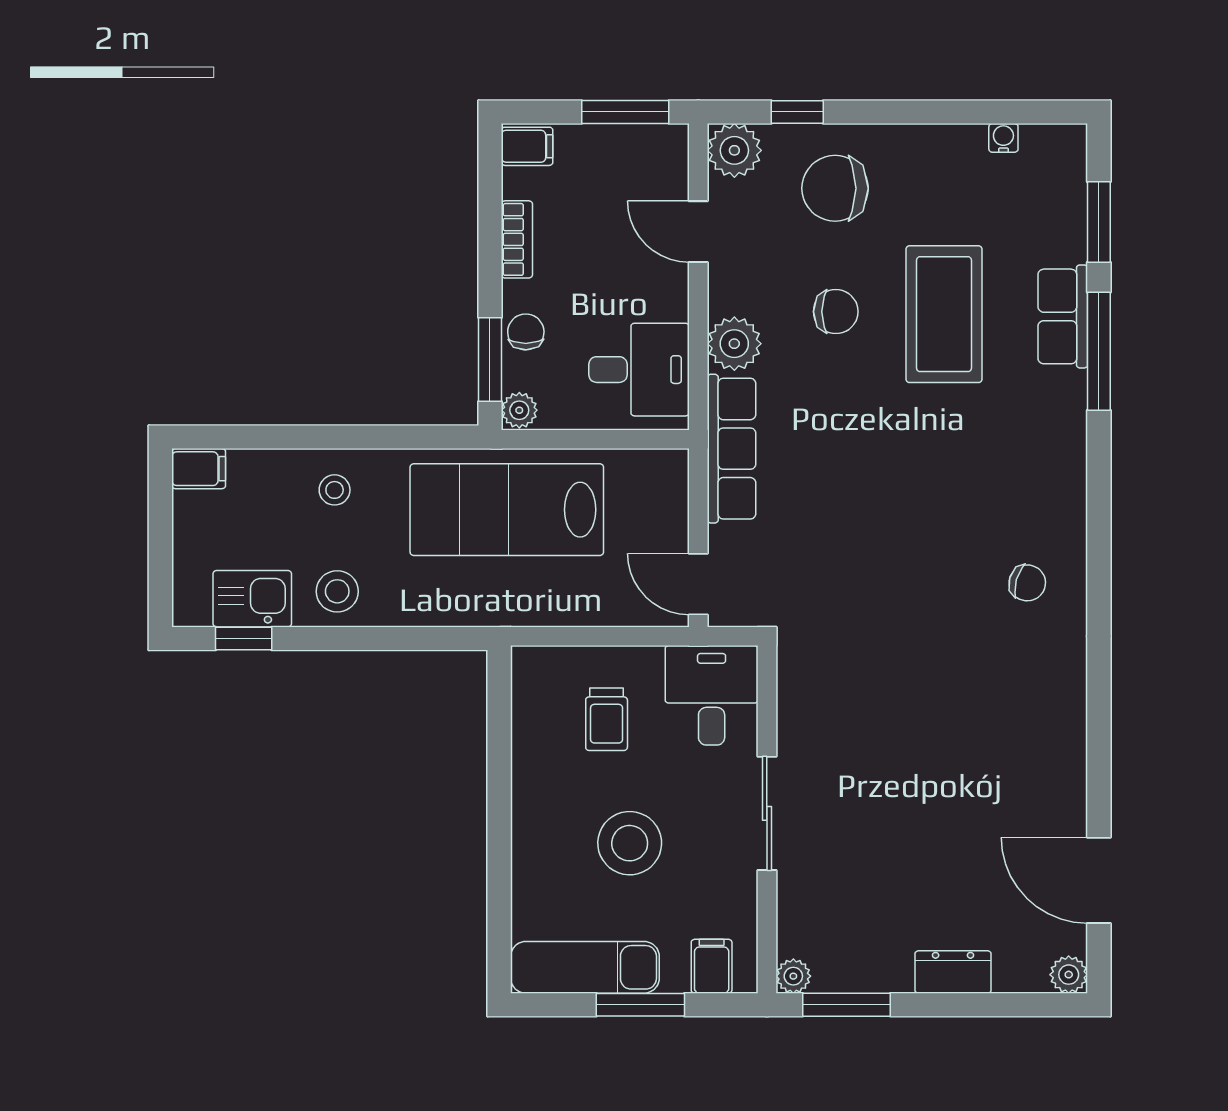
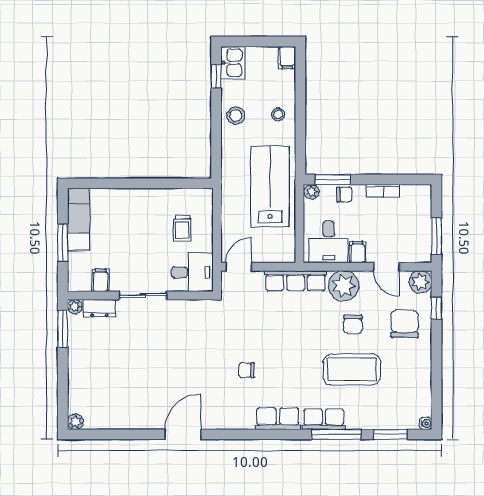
water cooler: (1003, 138) -> (426, 424), moved
filing cabinet: (527, 146) -> (358, 252), moved, turned 180
door: (698, 232) -> (386, 267), swing flipped
row of seats: (1063, 316) -> (324, 419), moved
plant: (734, 344) -> (344, 286), width x1.36, depth x1.36
row of seats: (1061, 491) -> (278, 419), added
chair: (1027, 583) -> (247, 370), moved, turned 74
kitchen sink: (252, 599) -> (233, 63), moved
trolley: (607, 719) -> (182, 228), turned -90
stool: (630, 843) -> (130, 238), removed
door: (1099, 880) -> (183, 434), moved
filing cabinet: (712, 966) -> (101, 280), moved, turned -90
dresser: (953, 972) -> (99, 308), moved, turned 90

